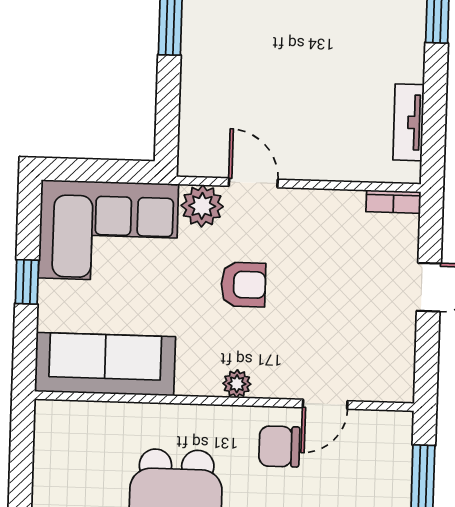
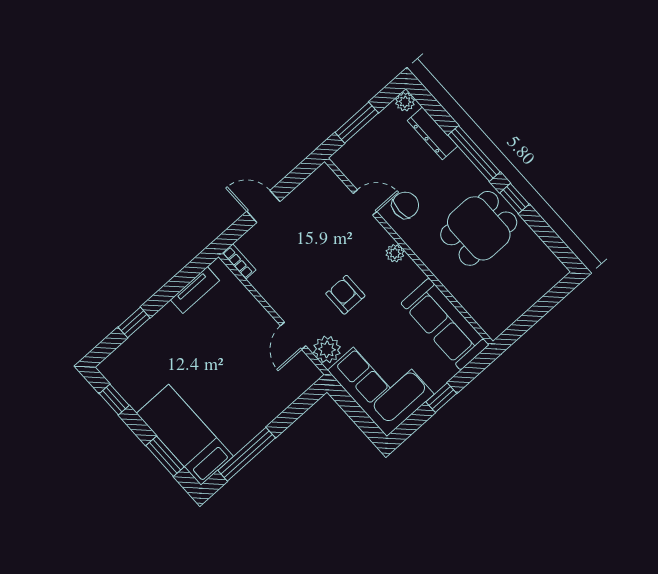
chair: (279, 446) -> (405, 205), turned -90

